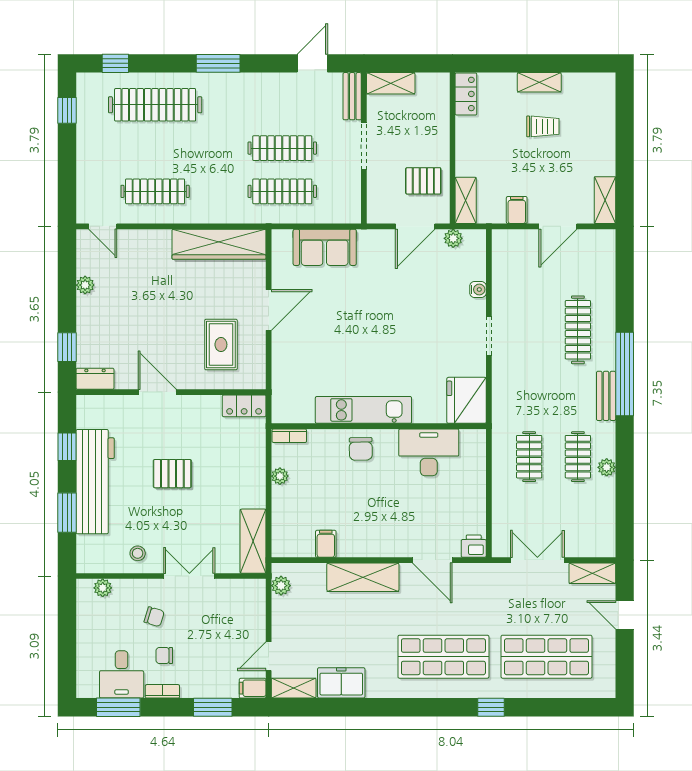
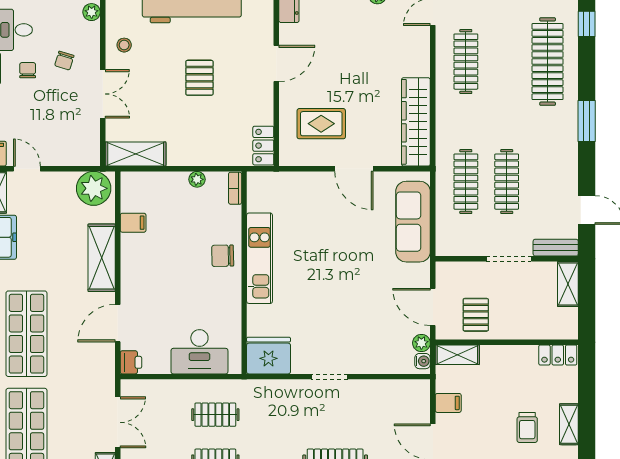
sofa: (325, 247) -> (413, 222), width x1.36
water cooler: (478, 289) -> (422, 361), moved, turned -90
desk: (429, 452) -> (199, 352), moved, turned 90
plant: (281, 586) -> (94, 188), width x1.87, depth x1.87

